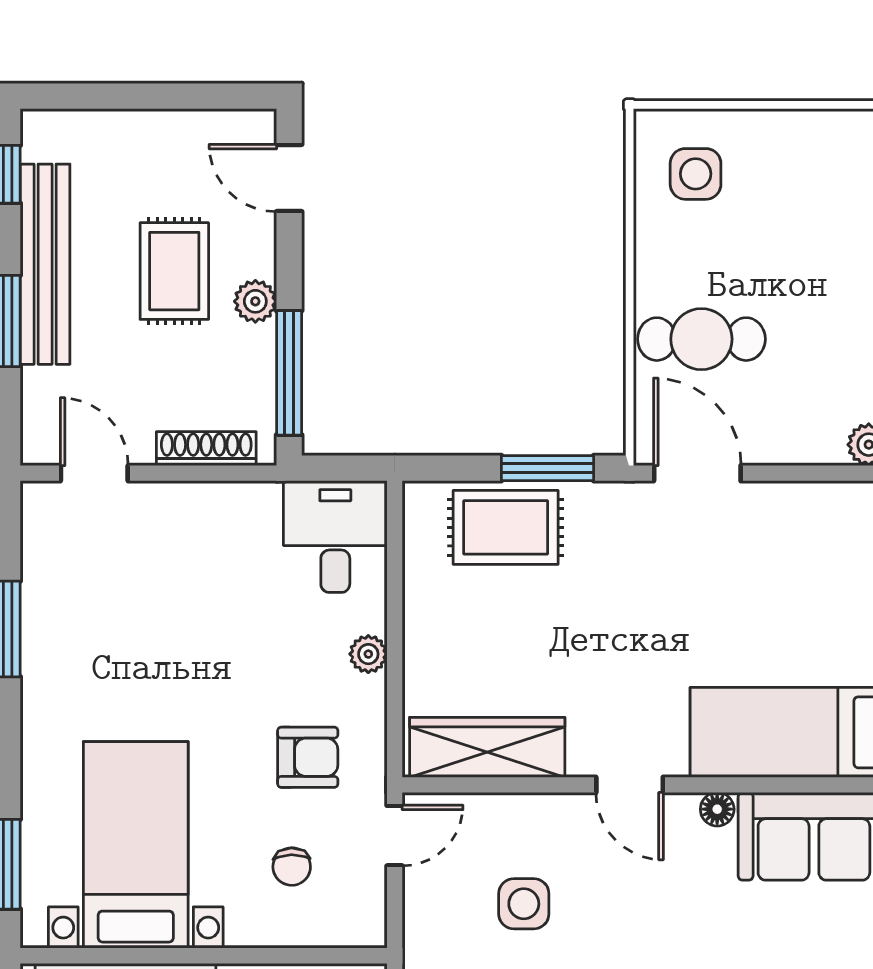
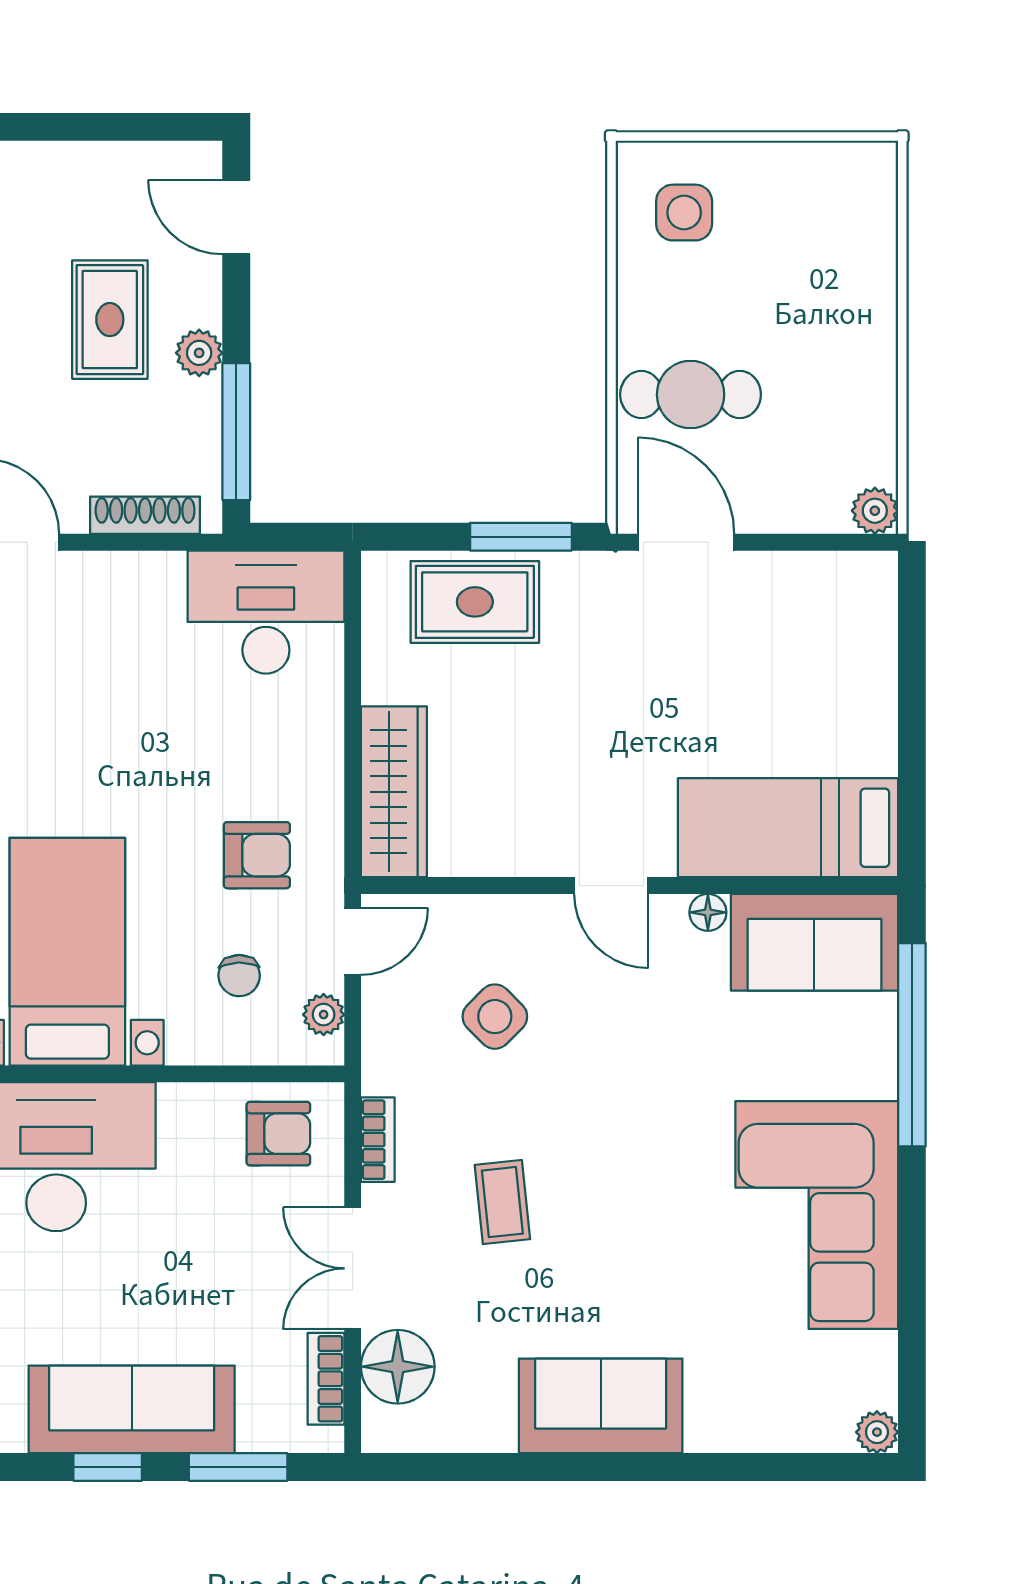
desk: (335, 537) -> (266, 612), width x1.37
plant: (368, 654) -> (324, 1015), moved
wardrobe: (487, 747) -> (394, 792), moved, turned 90
side table: (524, 904) -> (495, 1017), turned 45

